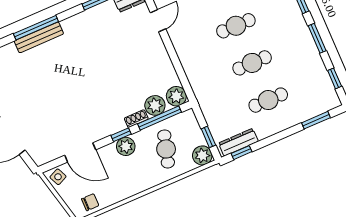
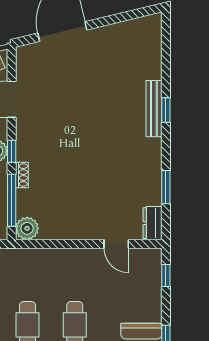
window: (36, 28) -> (166, 110), width x0.46
plant: (155, 105) -> (27, 201), removed

